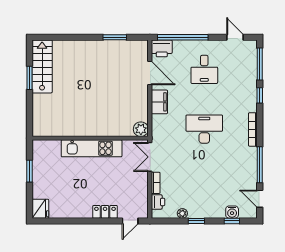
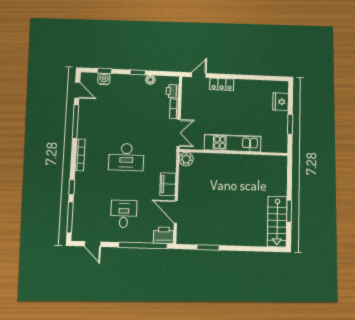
fridge: (40, 209) -> (281, 102), moved

